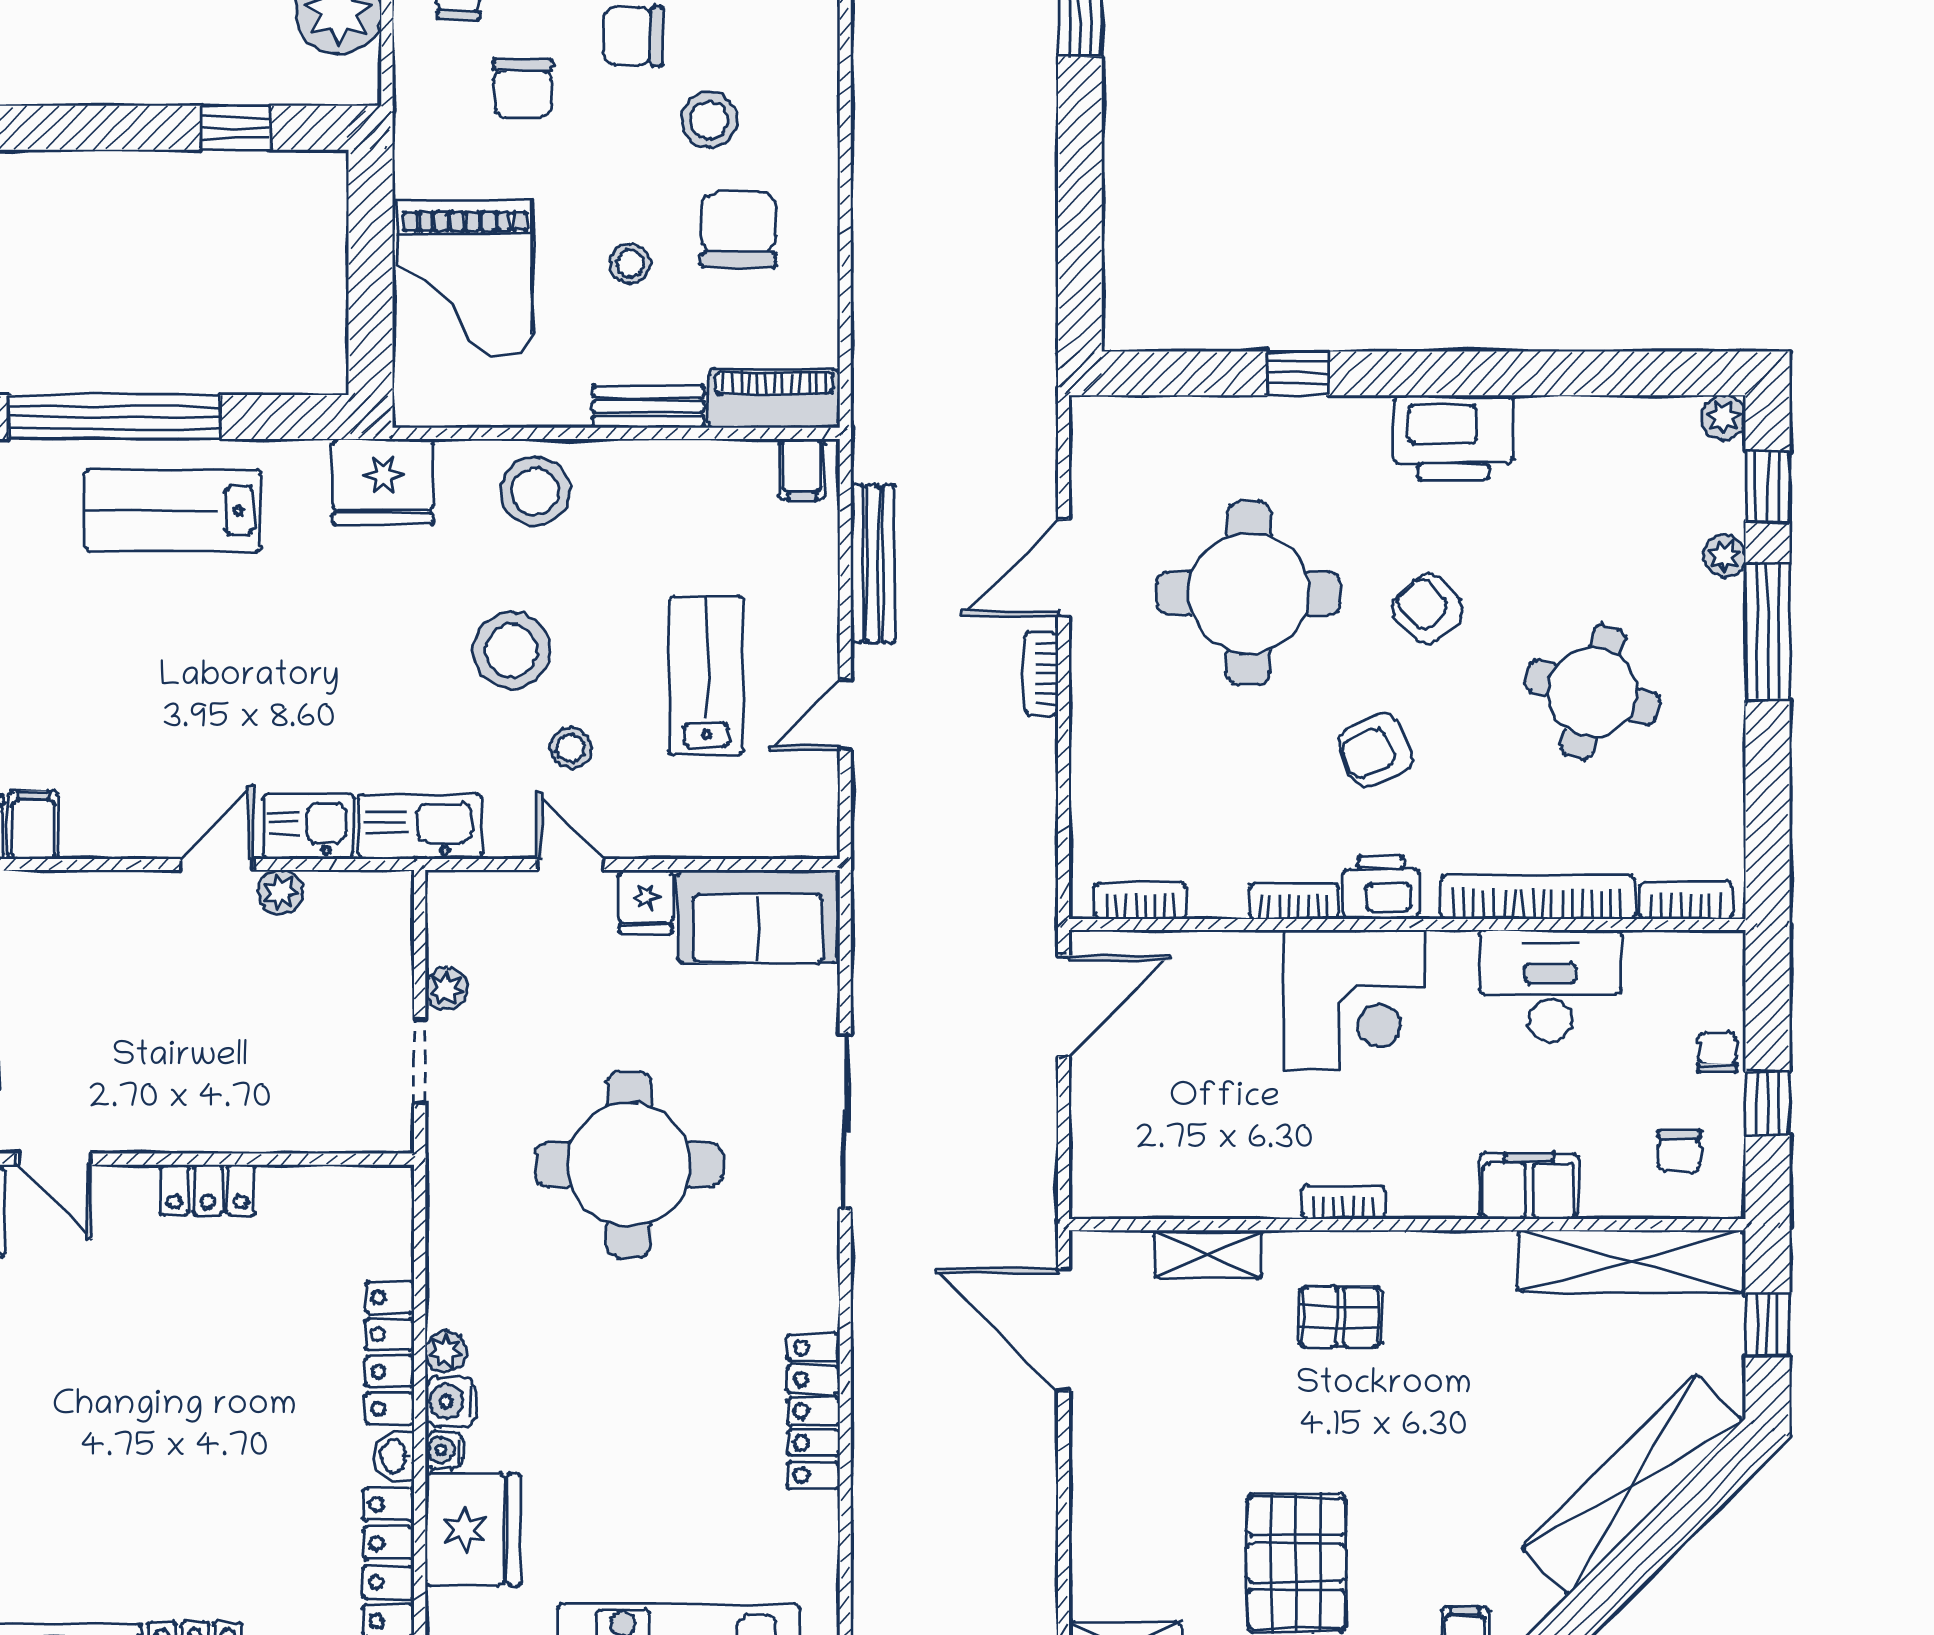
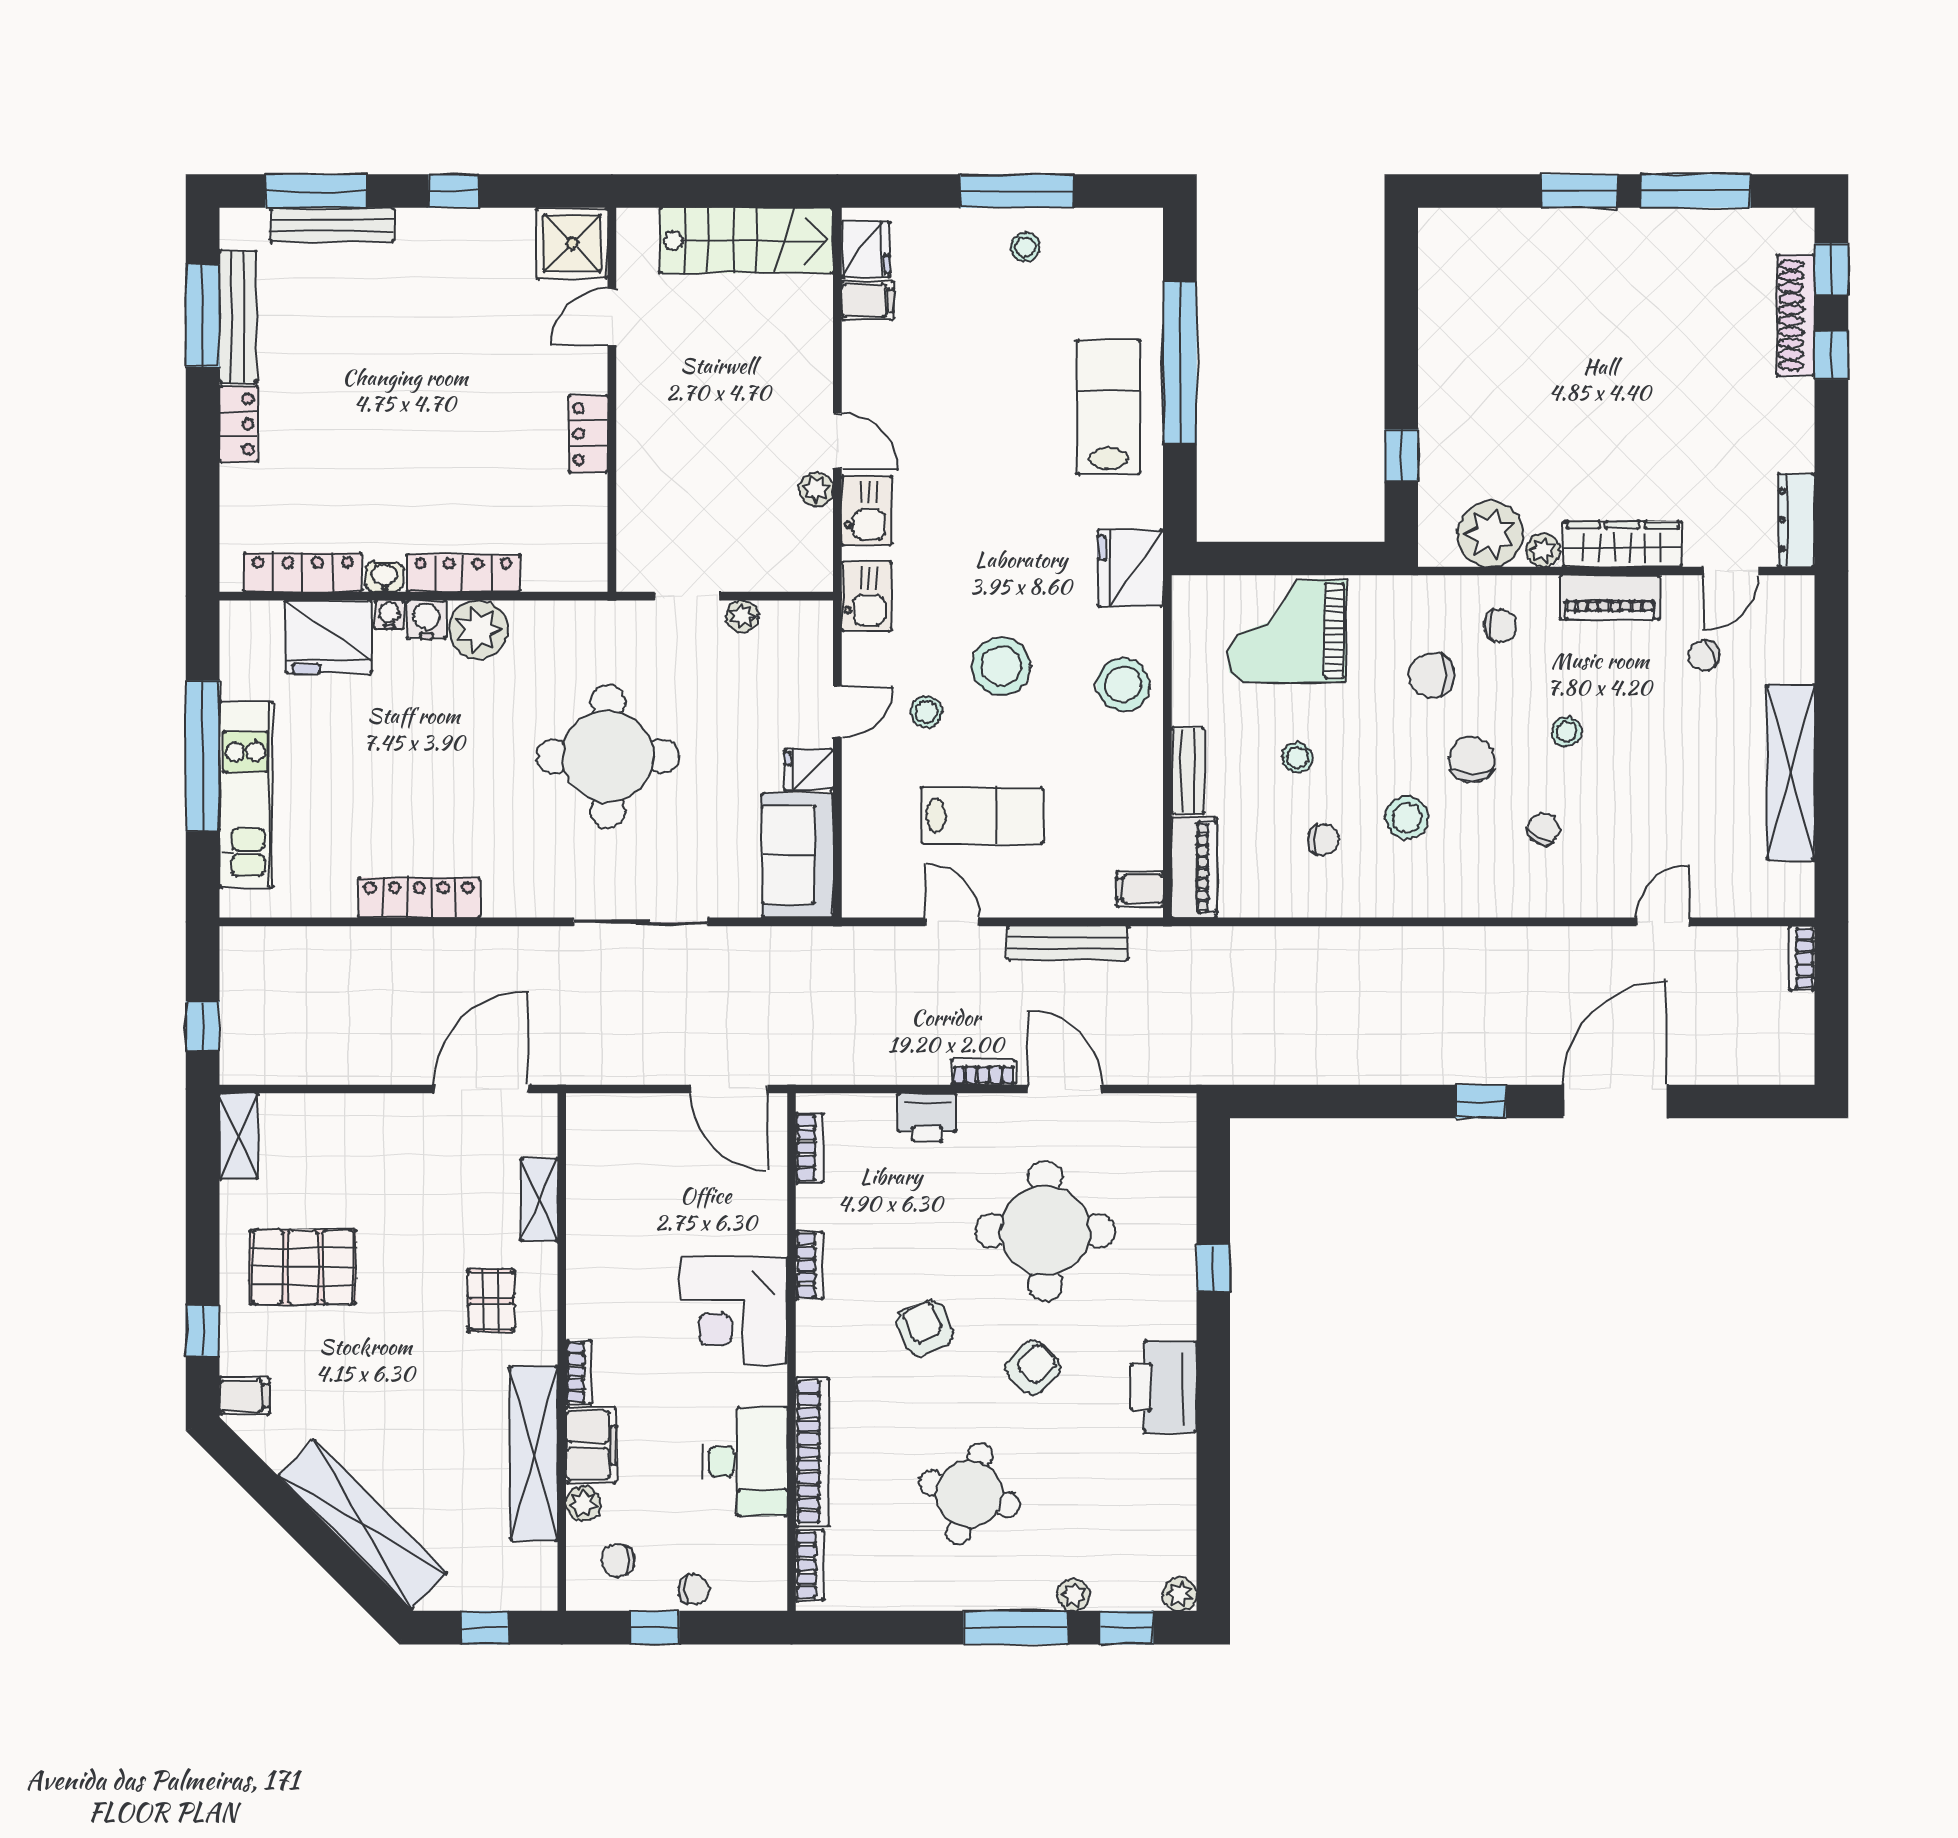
chair: (738, 229) -> (1323, 840), width x0.54, depth x0.54
kitchen sink: (420, 826) -> (867, 596), width x0.73
printer: (1381, 888) -> (927, 1117), moved, turned 90
plant: (1605, 1196) -> (583, 1504), added
bookcase: (1344, 1202) -> (579, 1372), moved
shelving: (1632, 1261) -> (534, 1453), moved
plant: (446, 1351) -> (478, 630), width x1.88, depth x1.88

